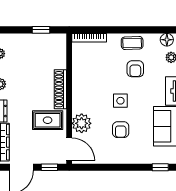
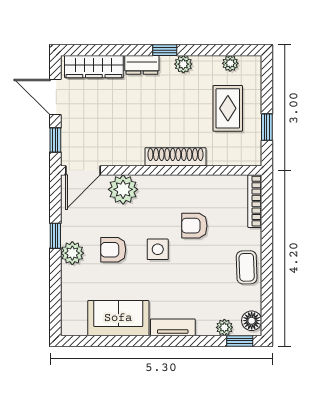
armchair: (135, 69) -> (194, 226), moved
rug: (48, 120) -> (228, 108), moved
plant: (123, 156) -> (72, 253), added
window: (160, 167) -> (55, 236), moved

